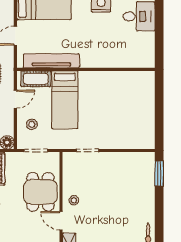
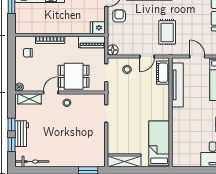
door: (15, 99) -> (147, 56), hinge flipped
bed: (65, 100) -> (159, 144), moved, turned 90
wardrobe: (147, 128) -> (124, 160), added

